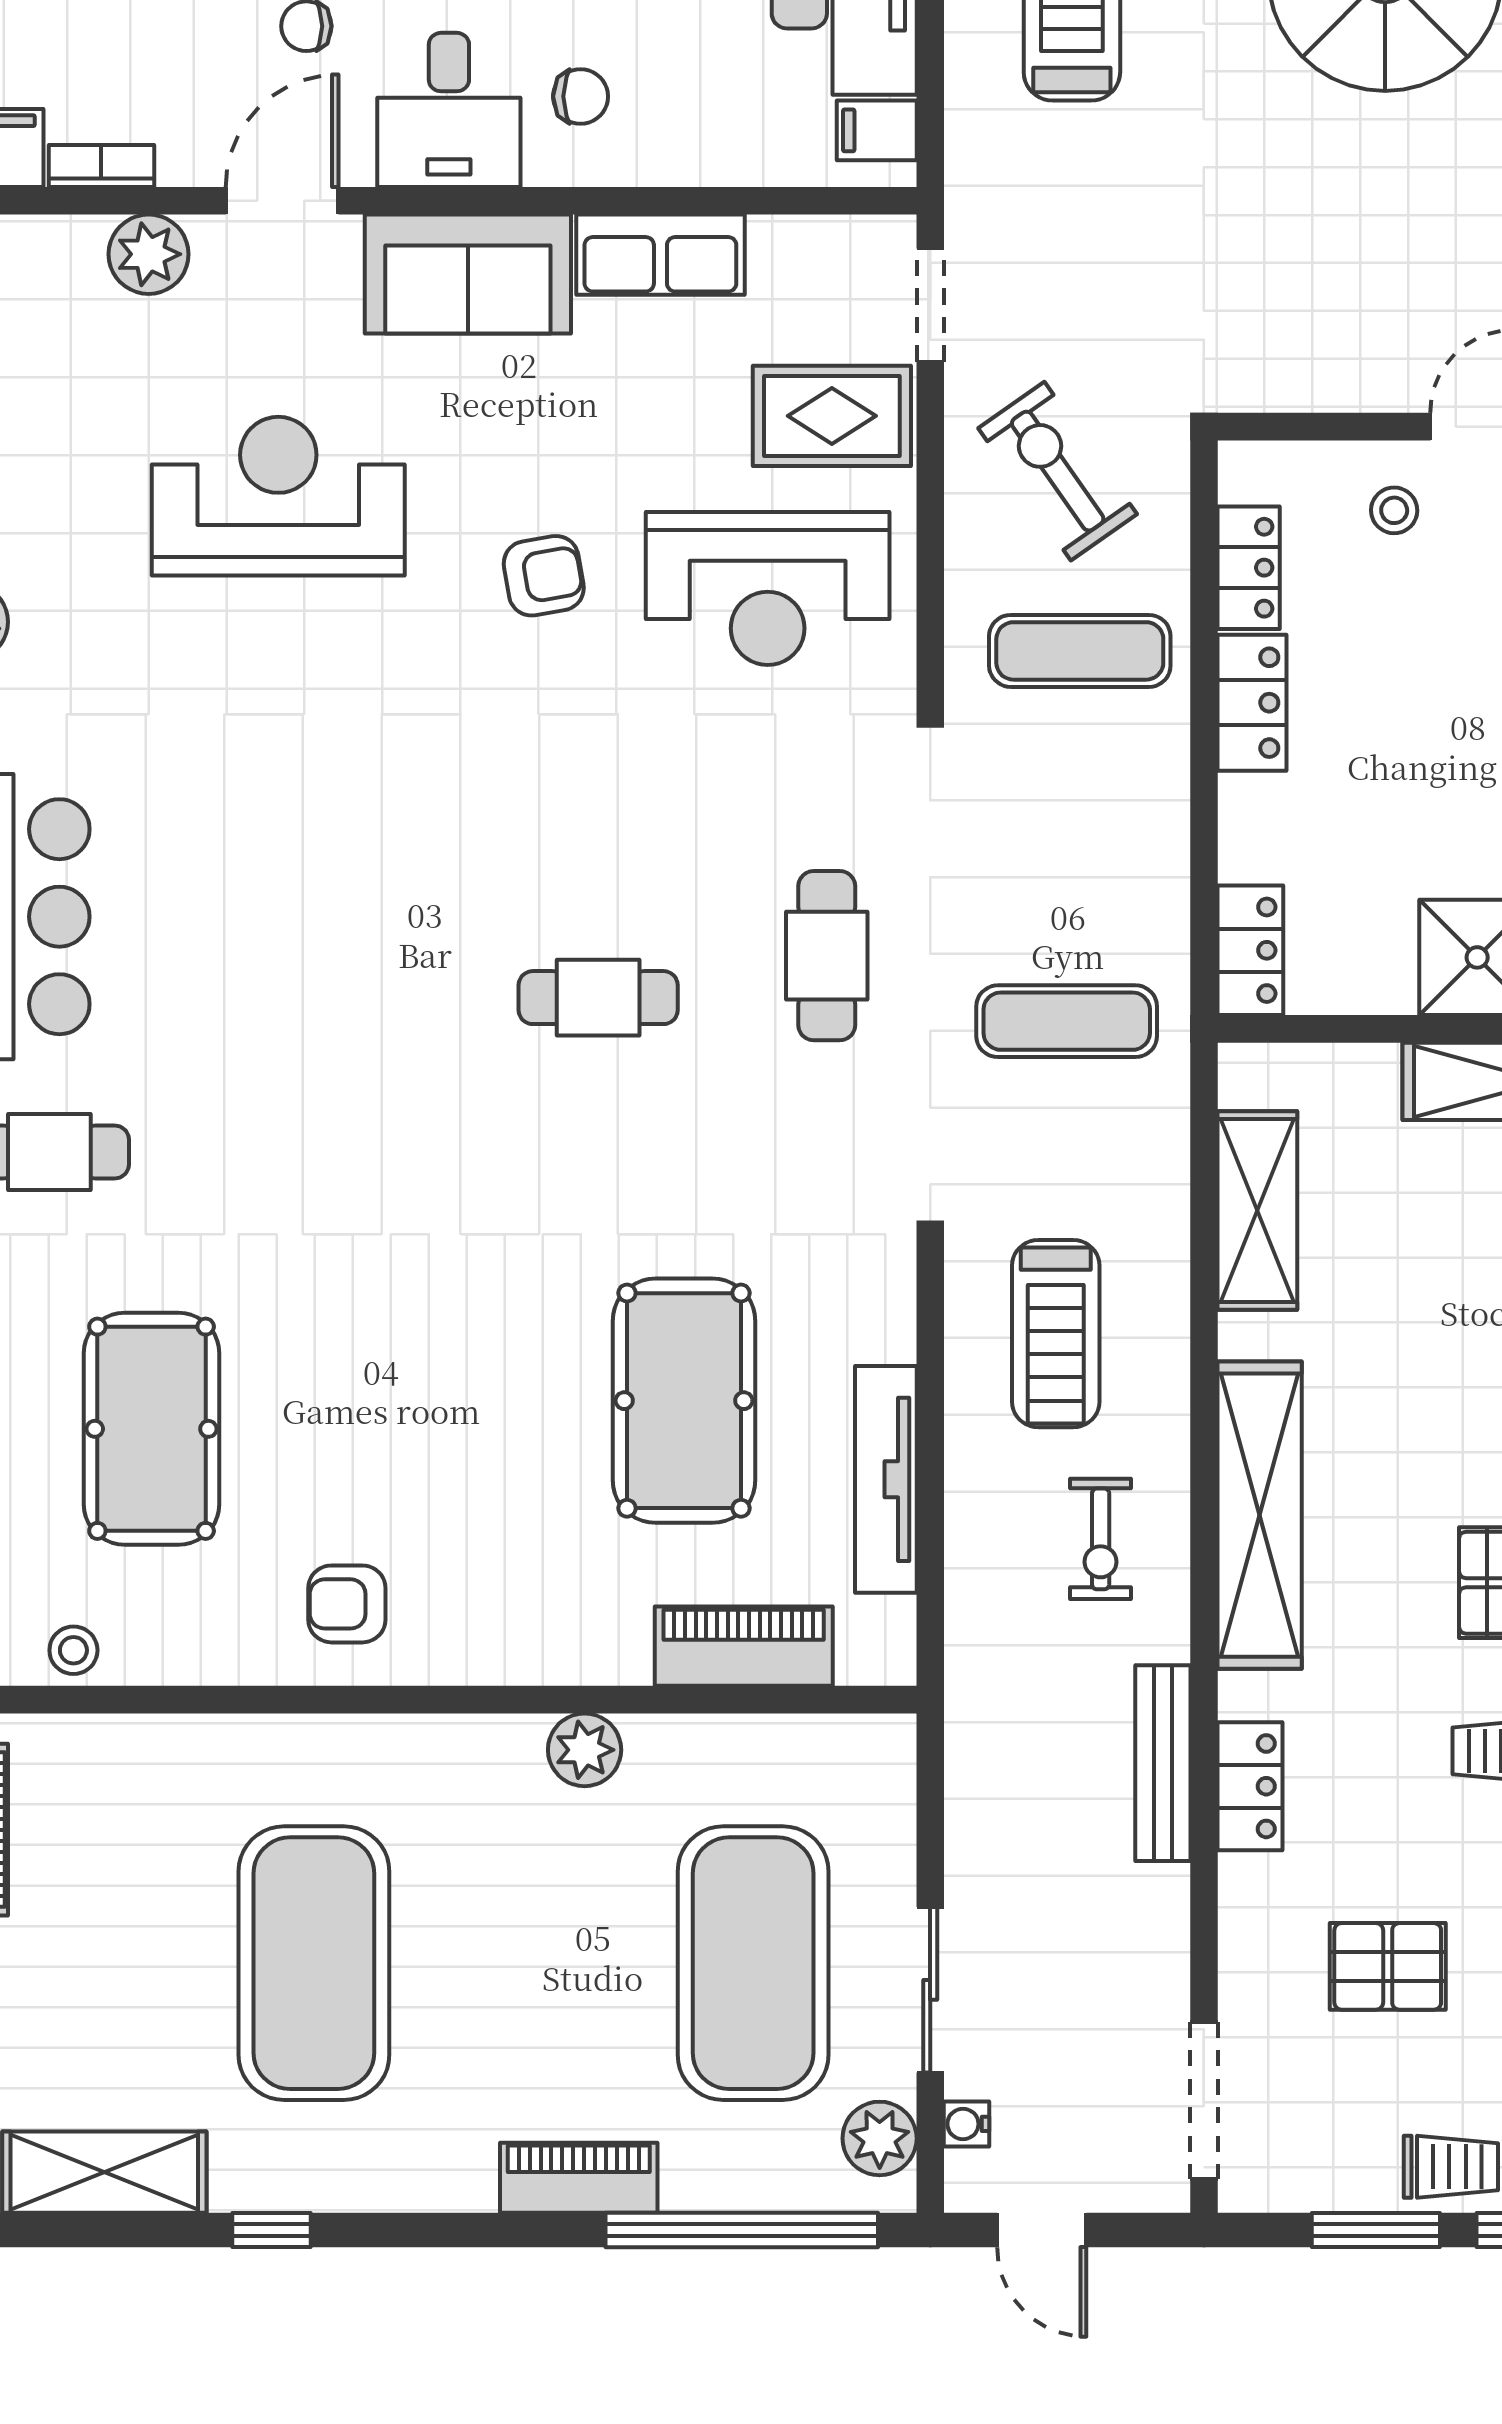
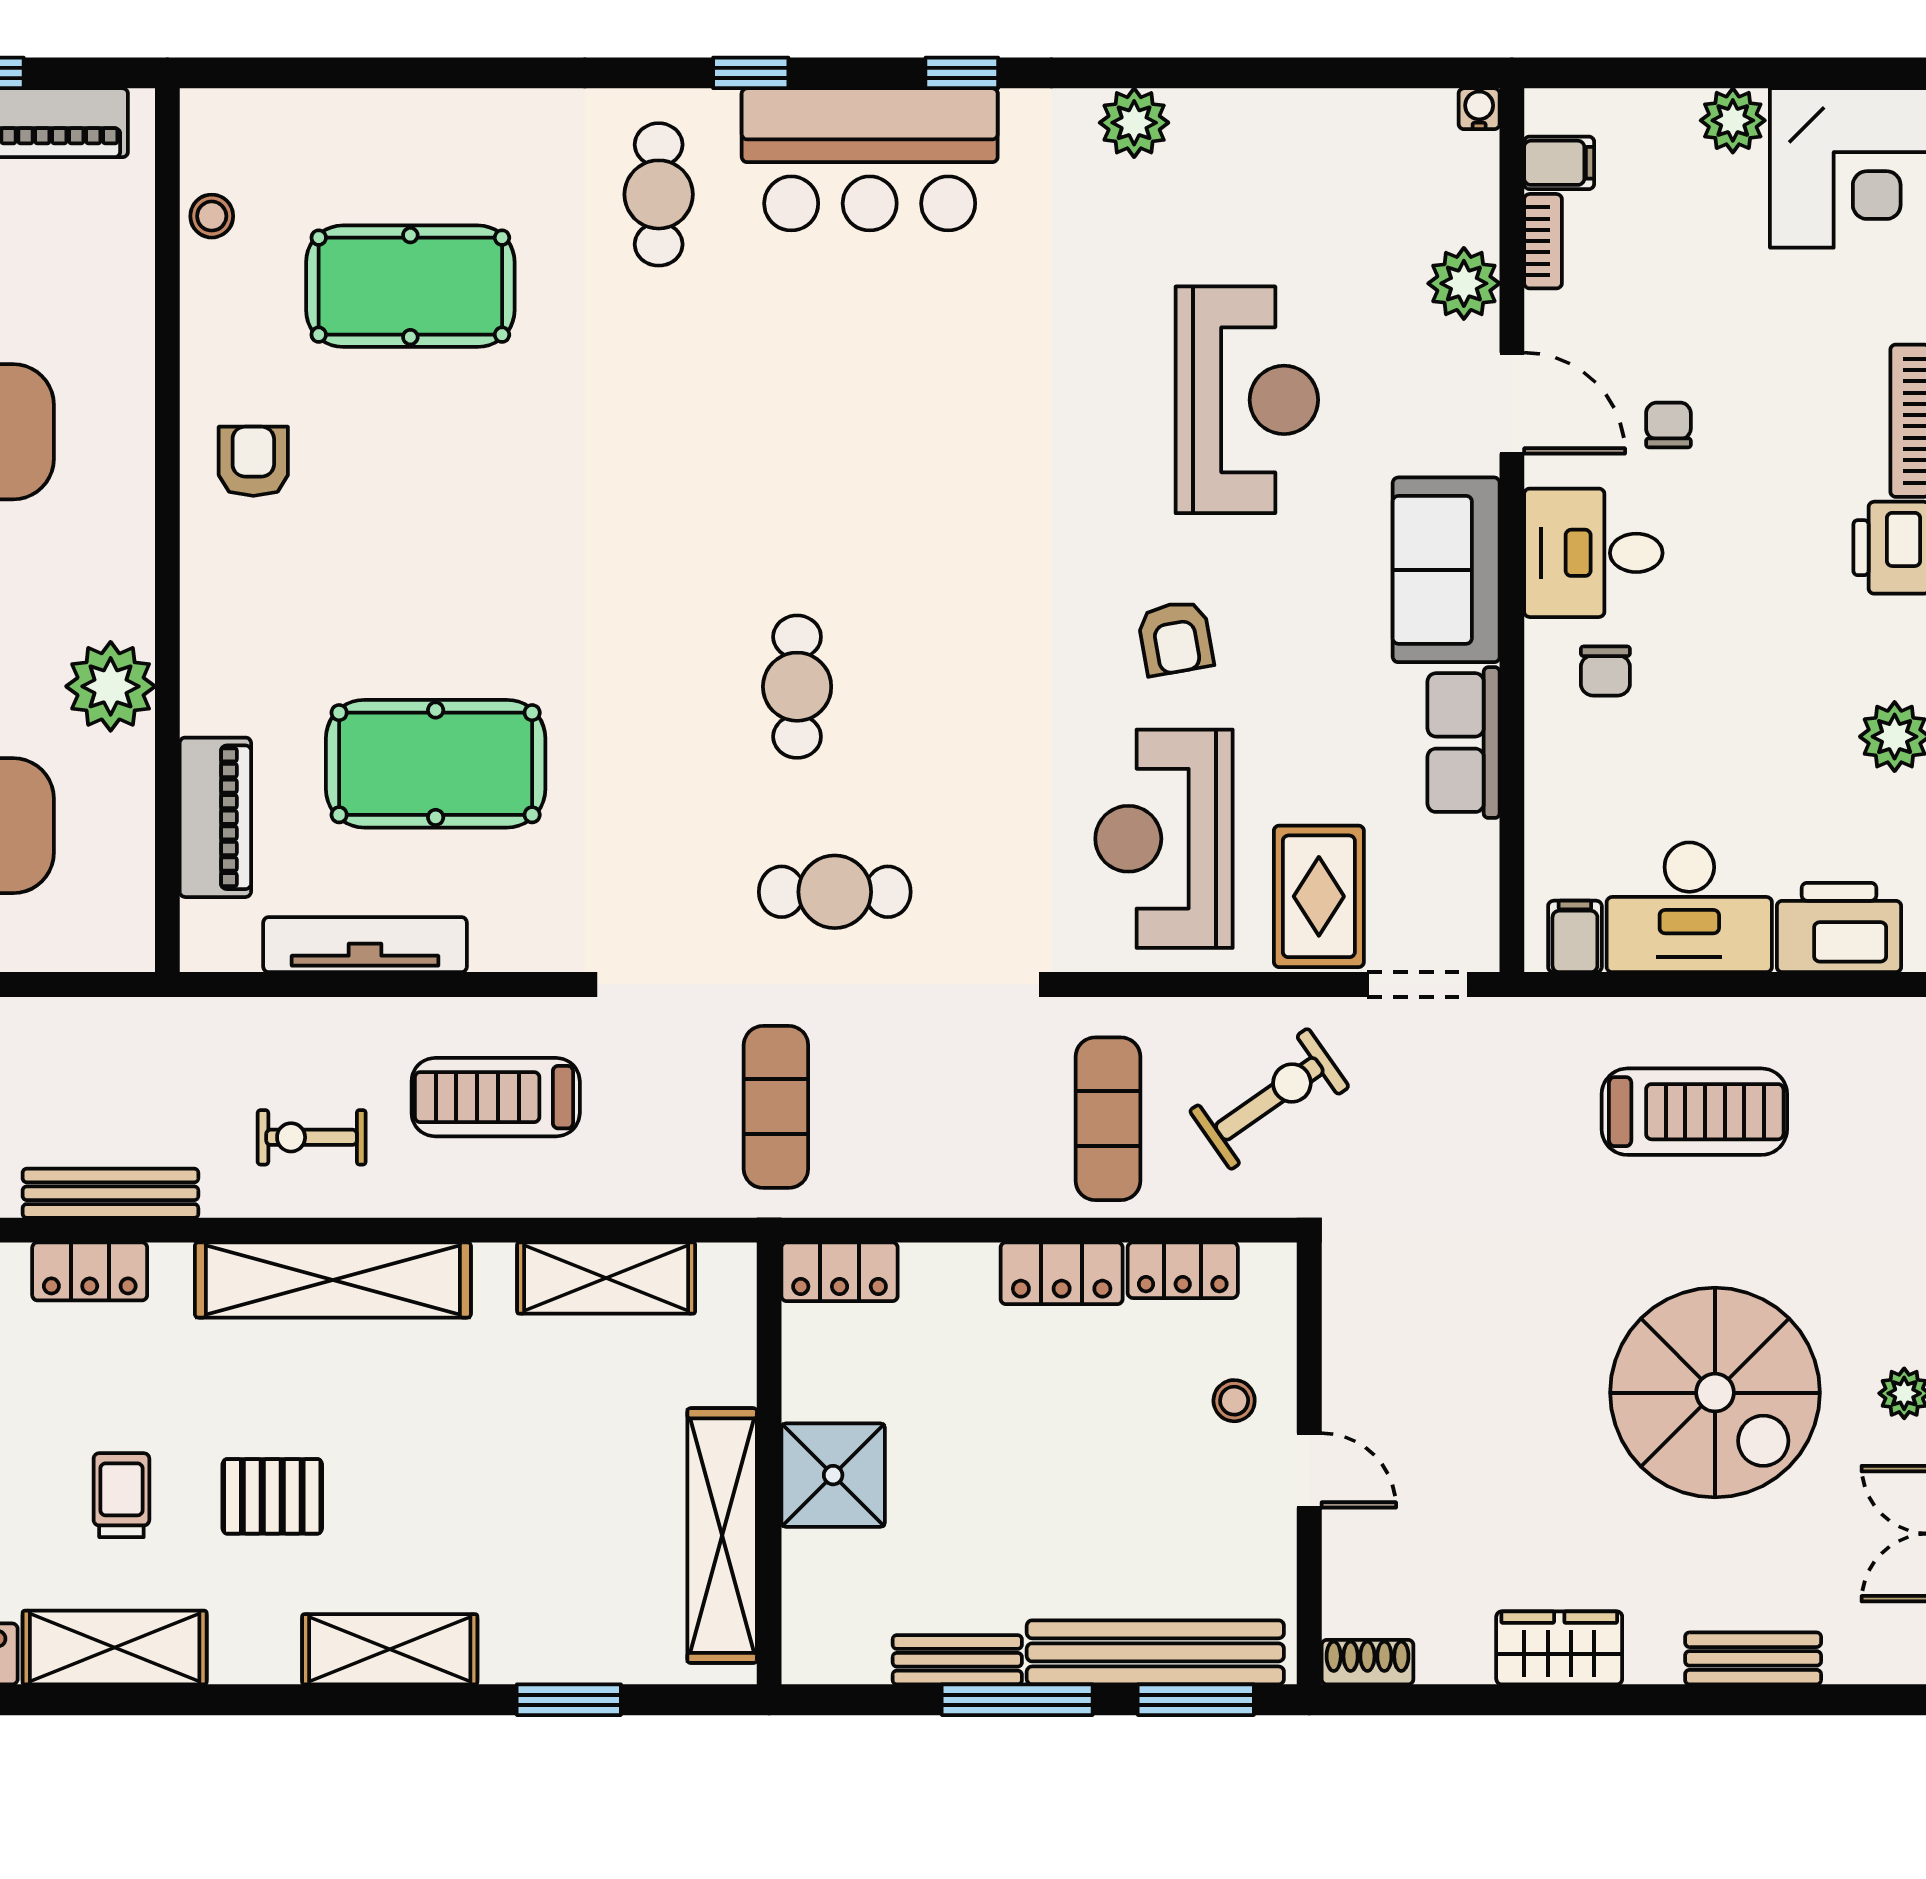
plant: (585, 1750) -> (111, 686), width x1.36, depth x1.36

